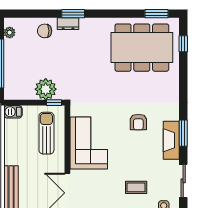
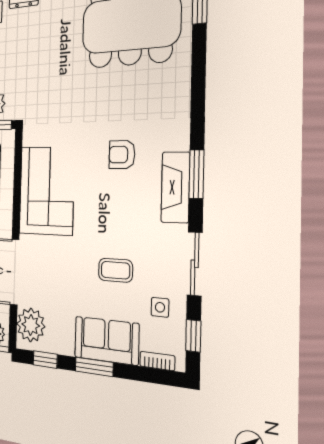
armchair: (138, 122) -> (122, 155), turned 90

